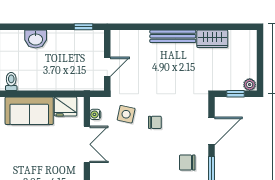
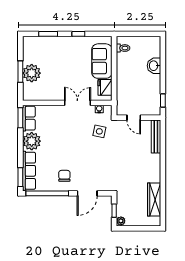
bench: (173, 36) -> (156, 136), moved
wardrobe: (212, 39) -> (154, 199), width x1.50
chair: (155, 122) -> (93, 152), removed
door: (212, 131) -> (87, 193), hinge flipped
double door: (87, 144) -> (77, 103), swing flipped

